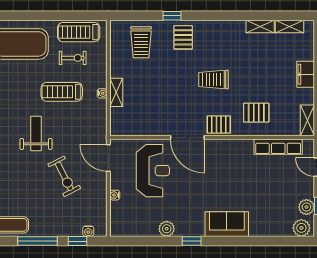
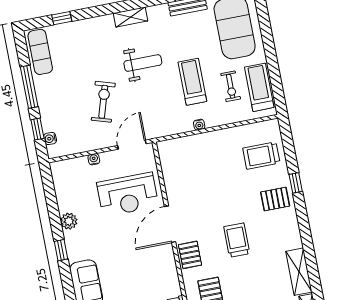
shelving: (260, 27) -> (299, 272), width x1.50, depth x1.33
shelving: (116, 92) -> (203, 140), removed
exercise bike: (64, 176) -> (103, 102), turned 134

